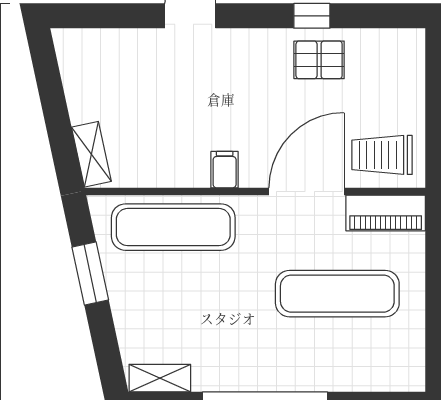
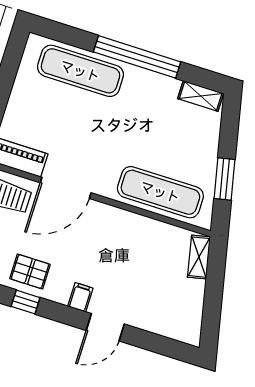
filing cabinet: (225, 170) -> (80, 297), moved, turned 180
exercise mat: (337, 294) -> (80, 71), moved

